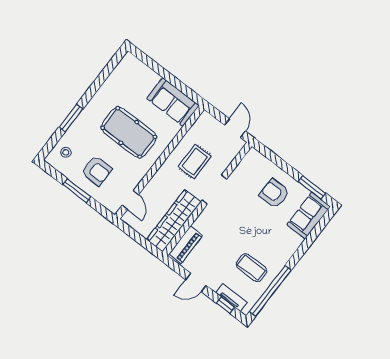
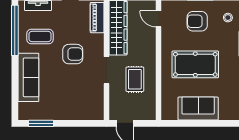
sofa: (173, 102) -> (198, 109), moved
armchair: (274, 193) -> (73, 54), moved
sofa: (309, 216) -> (28, 77), moved, width x1.36

